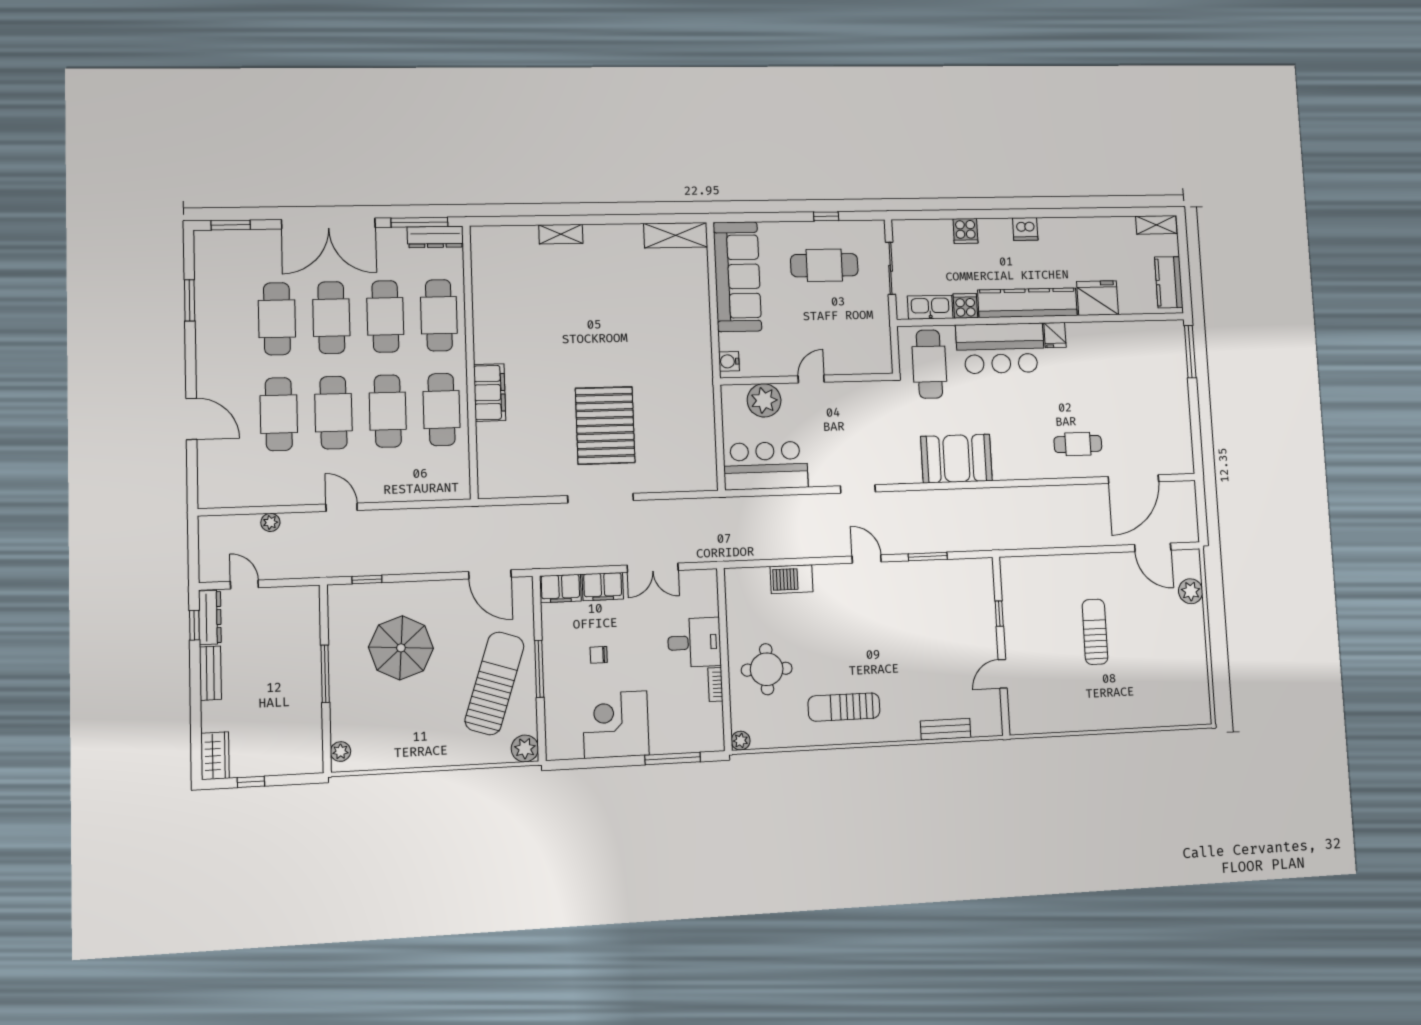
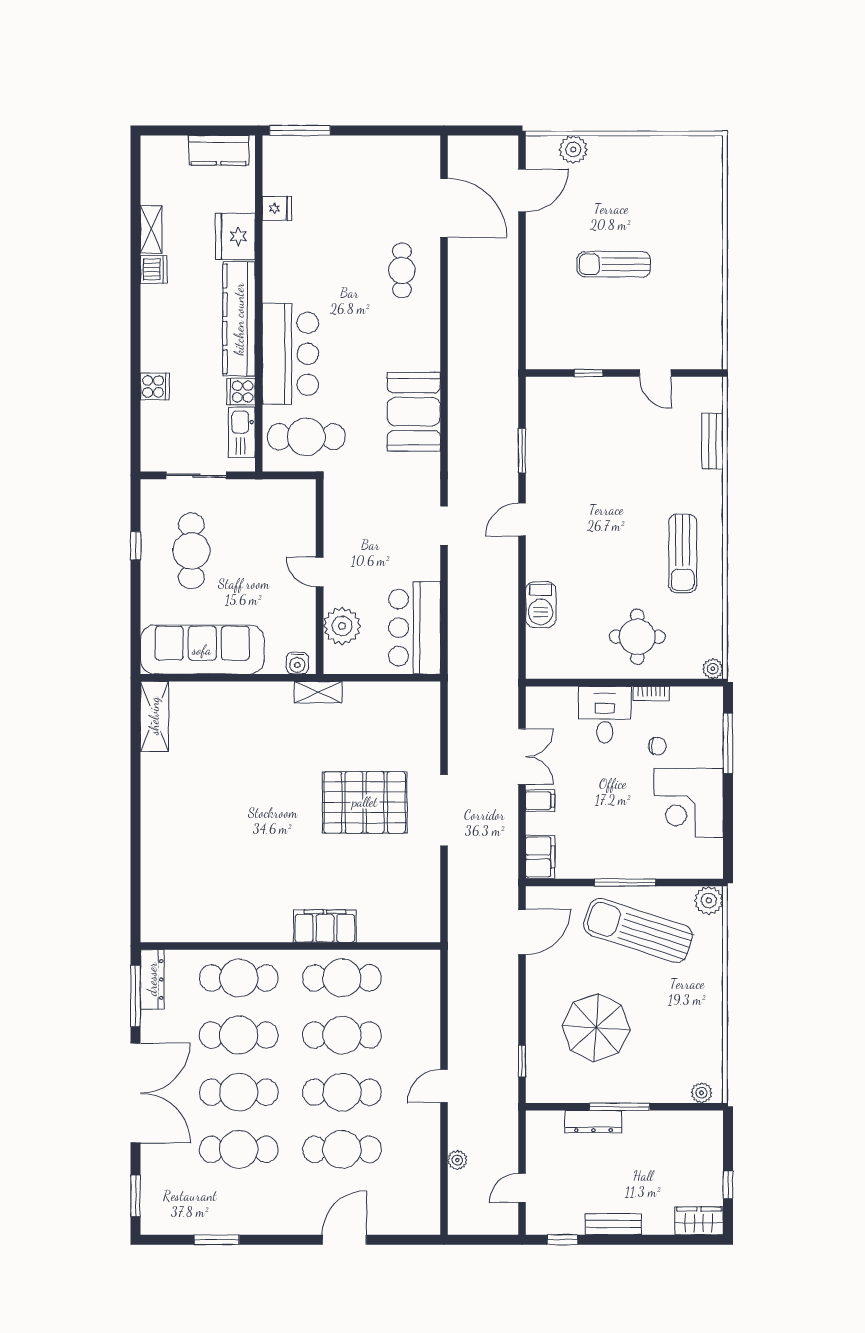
shelving: (1156, 225) -> (151, 229), moved
dishwasher: (1025, 229) -> (154, 269), moved
shelving: (561, 234) -> (318, 692), moved, turned 90
fridge: (1055, 335) -> (277, 208), moved
filing cabinet: (603, 587) -> (540, 801), width x0.50
dresser: (210, 617) -> (593, 1122), moved, turned 180
chair: (599, 655) -> (657, 746), moved, turned -90

